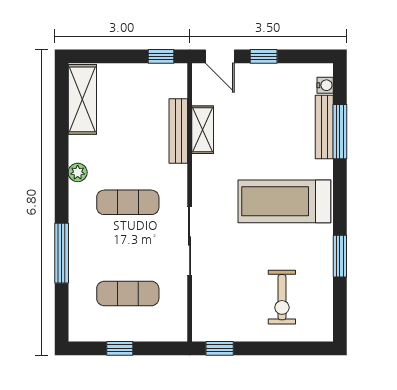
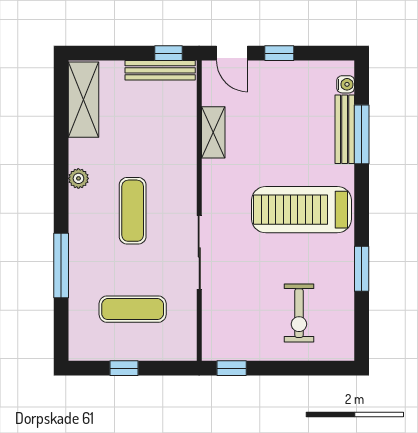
bench: (178, 131) -> (160, 70), moved, turned 90
exercise mat: (128, 202) -> (133, 211), turned 90

